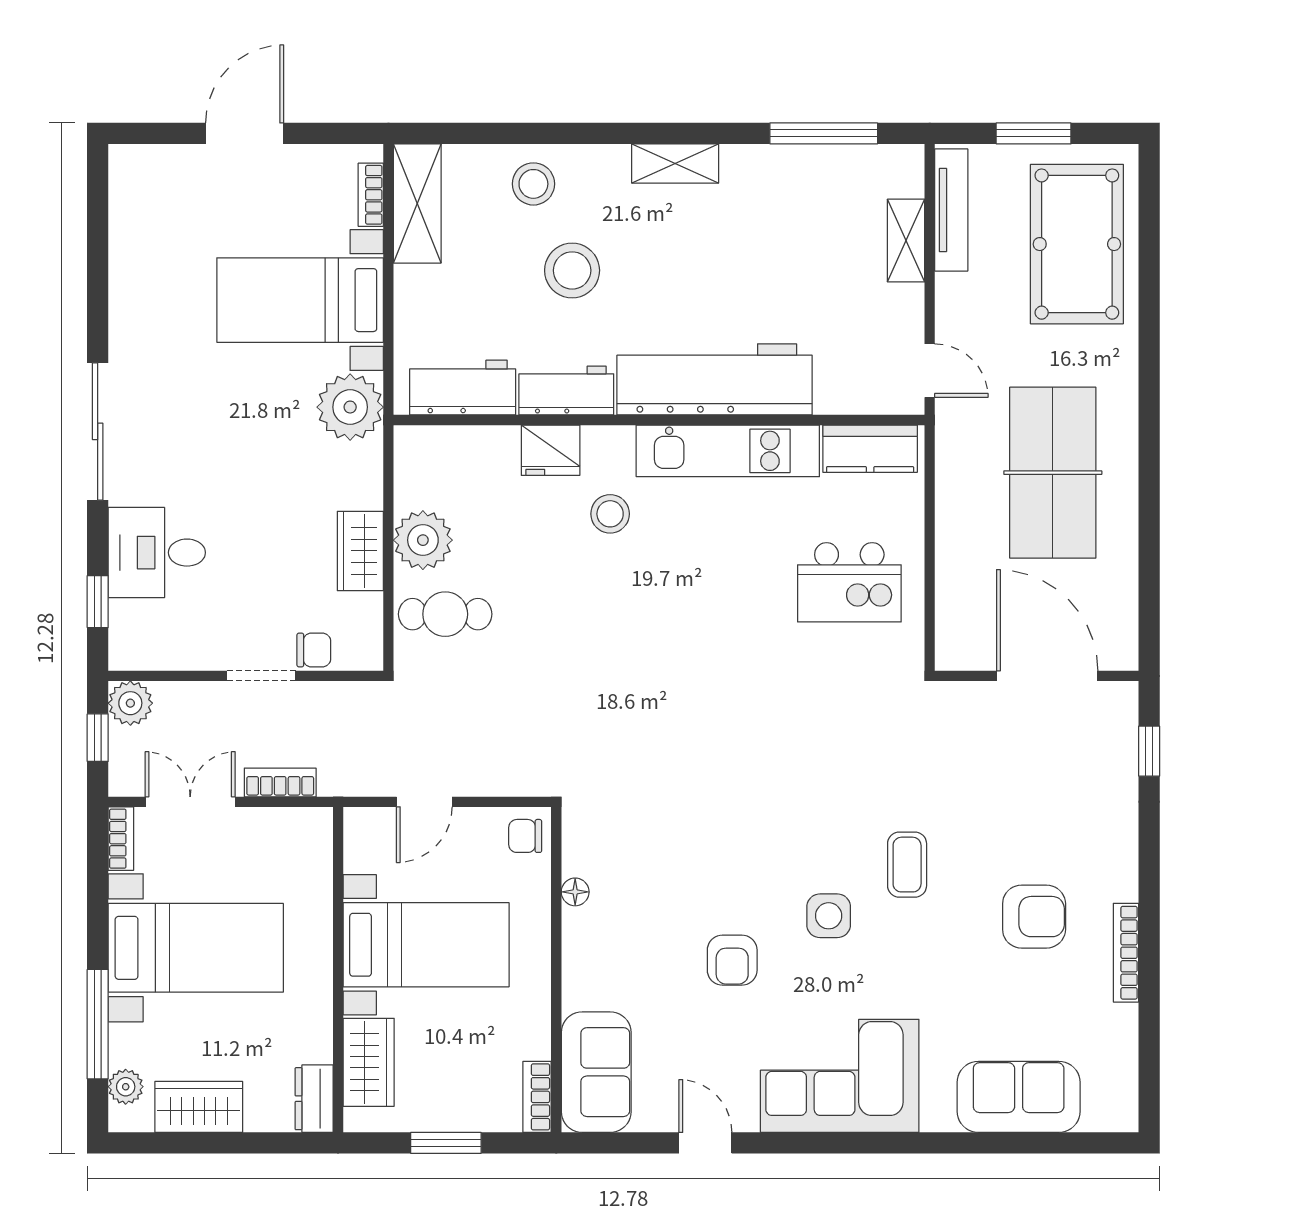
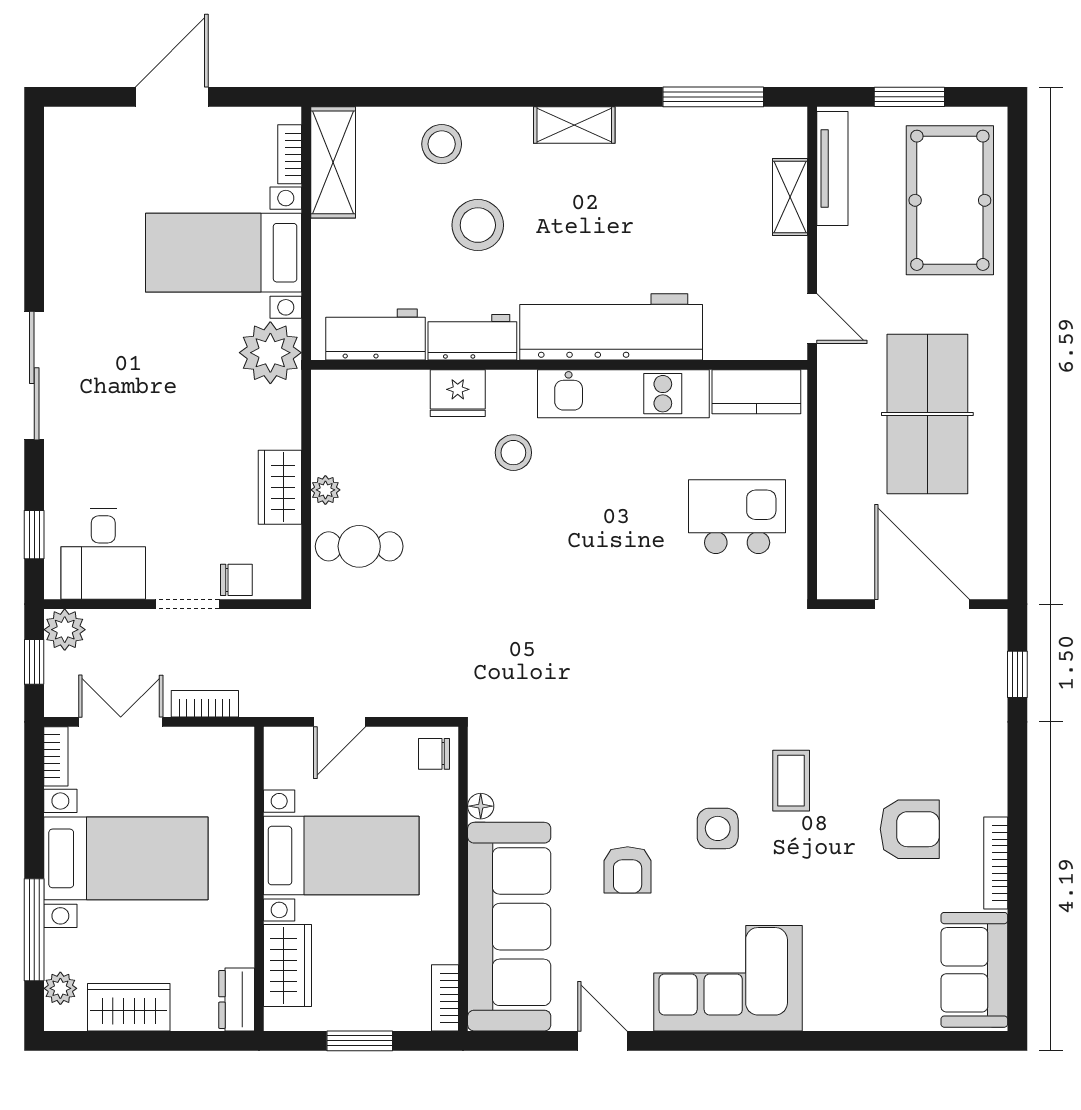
plant: (423, 540) -> (325, 490), width x0.53, depth x0.53
desk: (157, 553) -> (103, 554), moved, turned -90
kitchen island: (849, 582) -> (737, 517), turned 180
sofa: (596, 1072) -> (509, 927), width x1.85, depth x1.27
sofa: (1019, 1097) -> (974, 970), moved, turned -90

